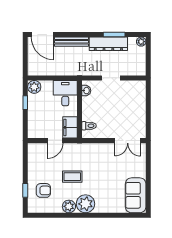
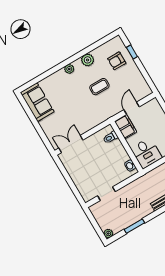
dresser: (108, 44) -> (135, 216), removed
doorway: (111, 78) -> (106, 194), moved
plant: (86, 204) -> (69, 69), width x0.53, depth x0.53

